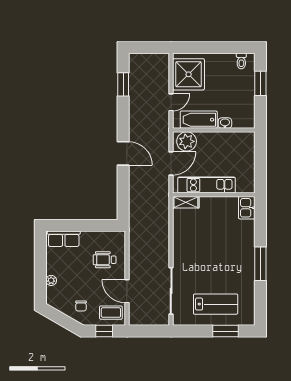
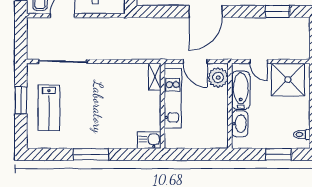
washbasin: (225, 123) -> (240, 124), width x1.91, depth x1.45
door: (123, 153) -> (206, 12), width x1.36
window: (225, 331) -> (21, 100), moved

